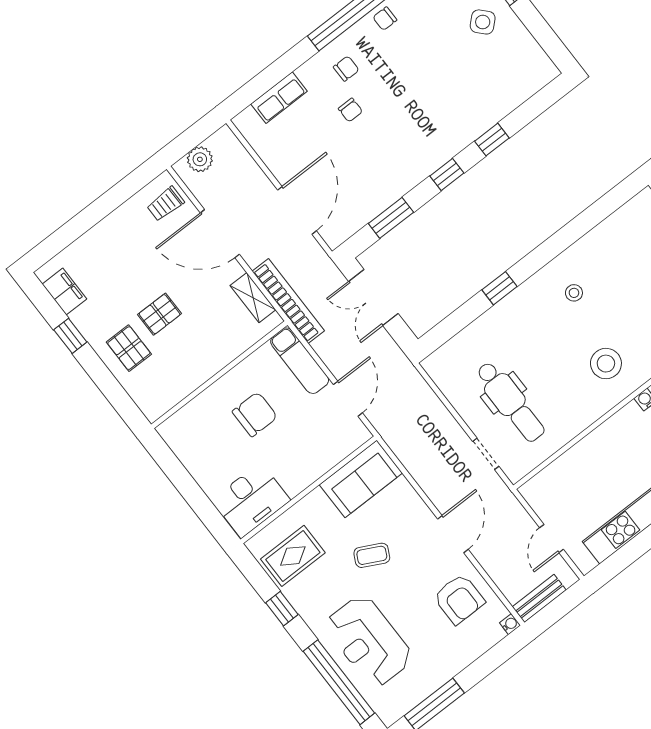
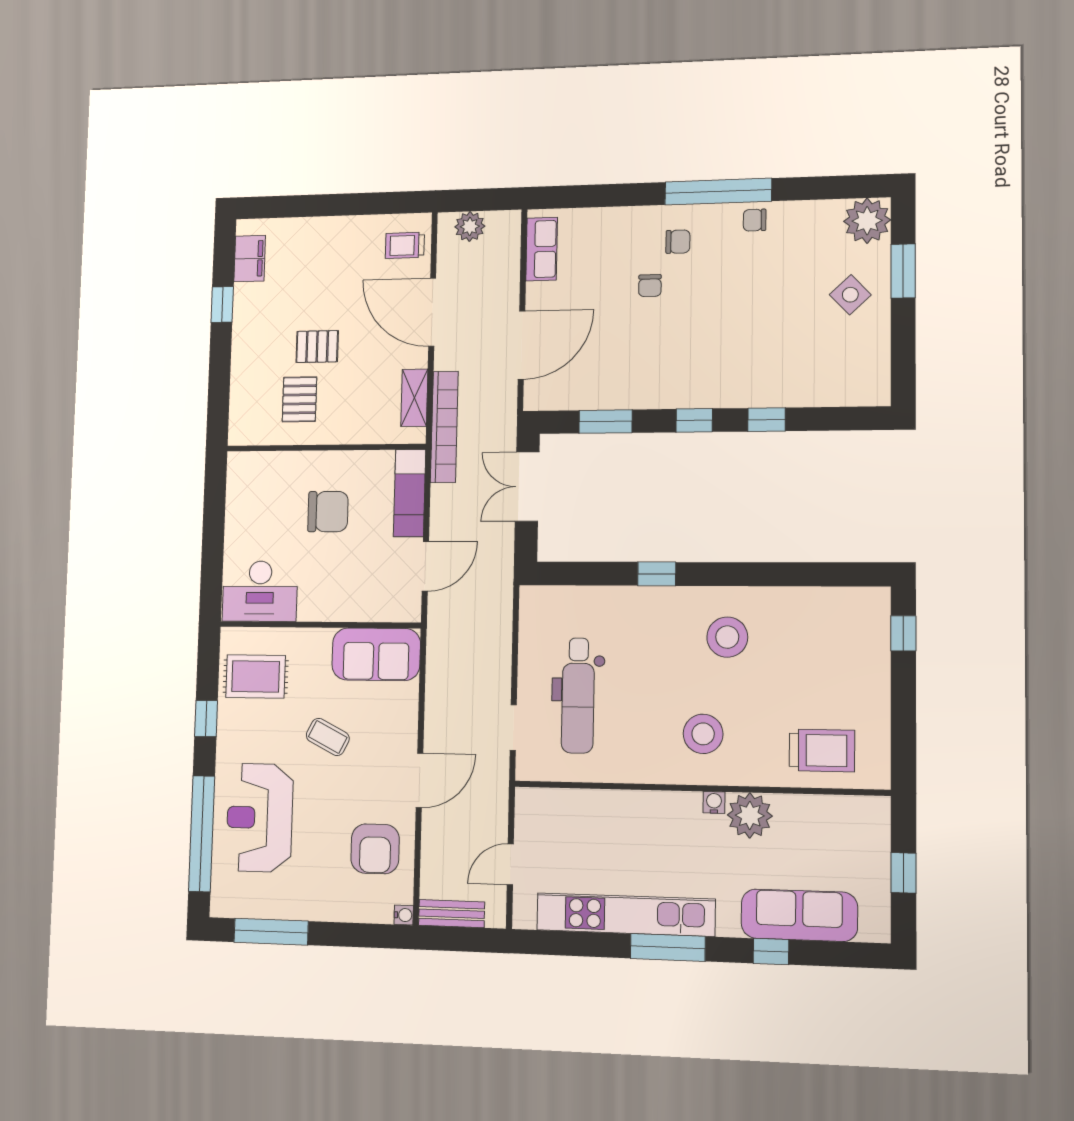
row of seats: (279, 98) -> (542, 249), moved, turned -90
stool: (574, 293) -> (727, 637), width x1.89, depth x1.89
pallet: (129, 348) -> (299, 399), moved

